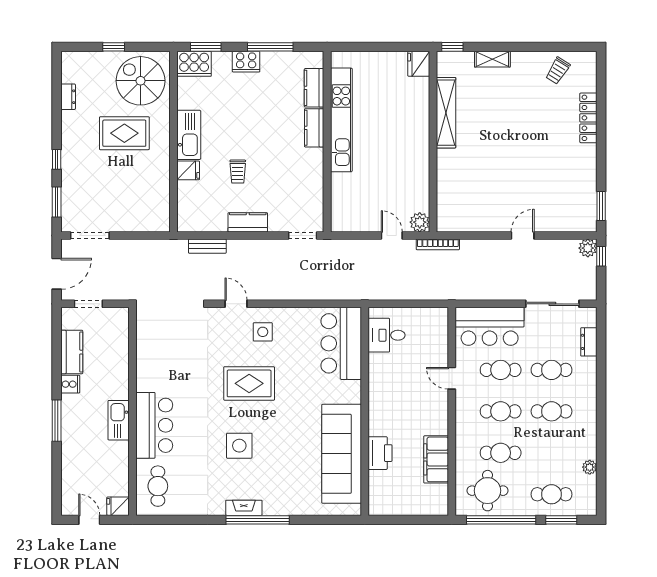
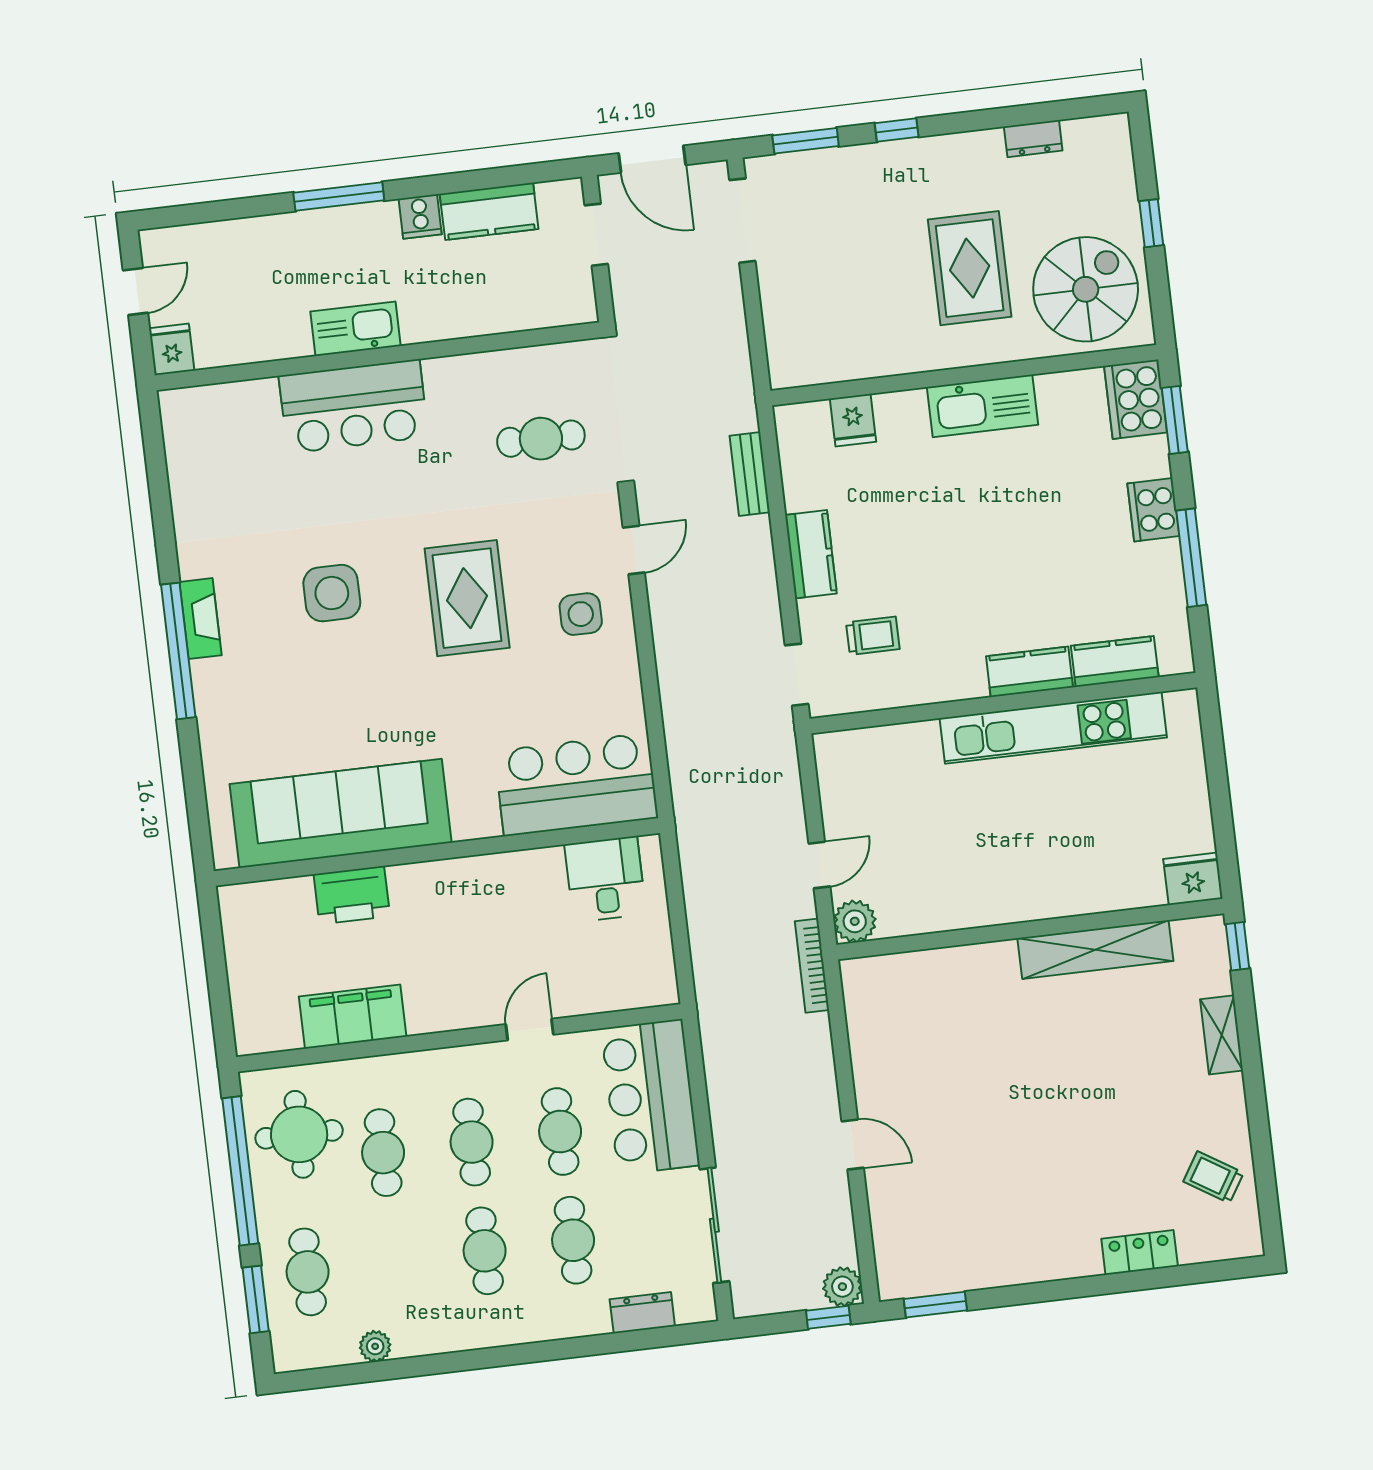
locker: (588, 118) -> (1140, 1252), width x0.66
fridge: (188, 170) -> (853, 420), moved
trolley: (238, 172) -> (873, 636), moved, turned 180
cafe table: (158, 486) -> (541, 439), moved

